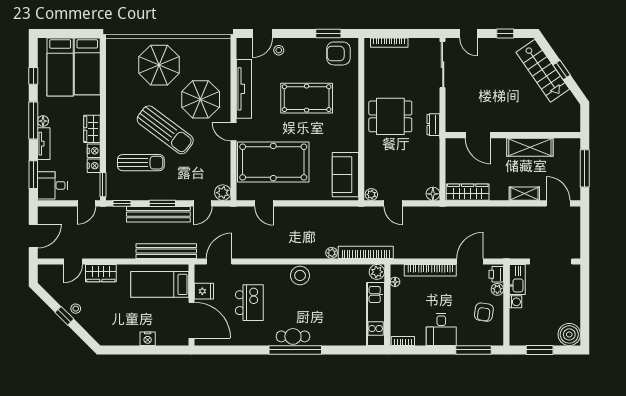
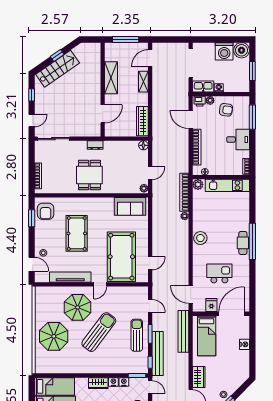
sun lounger: (141, 163) -> (137, 335), moved
plant: (223, 193) -> (143, 292), removed
bench: (158, 214) -> (158, 353), moved
washing machine: (568, 310) -> (224, 51), added

